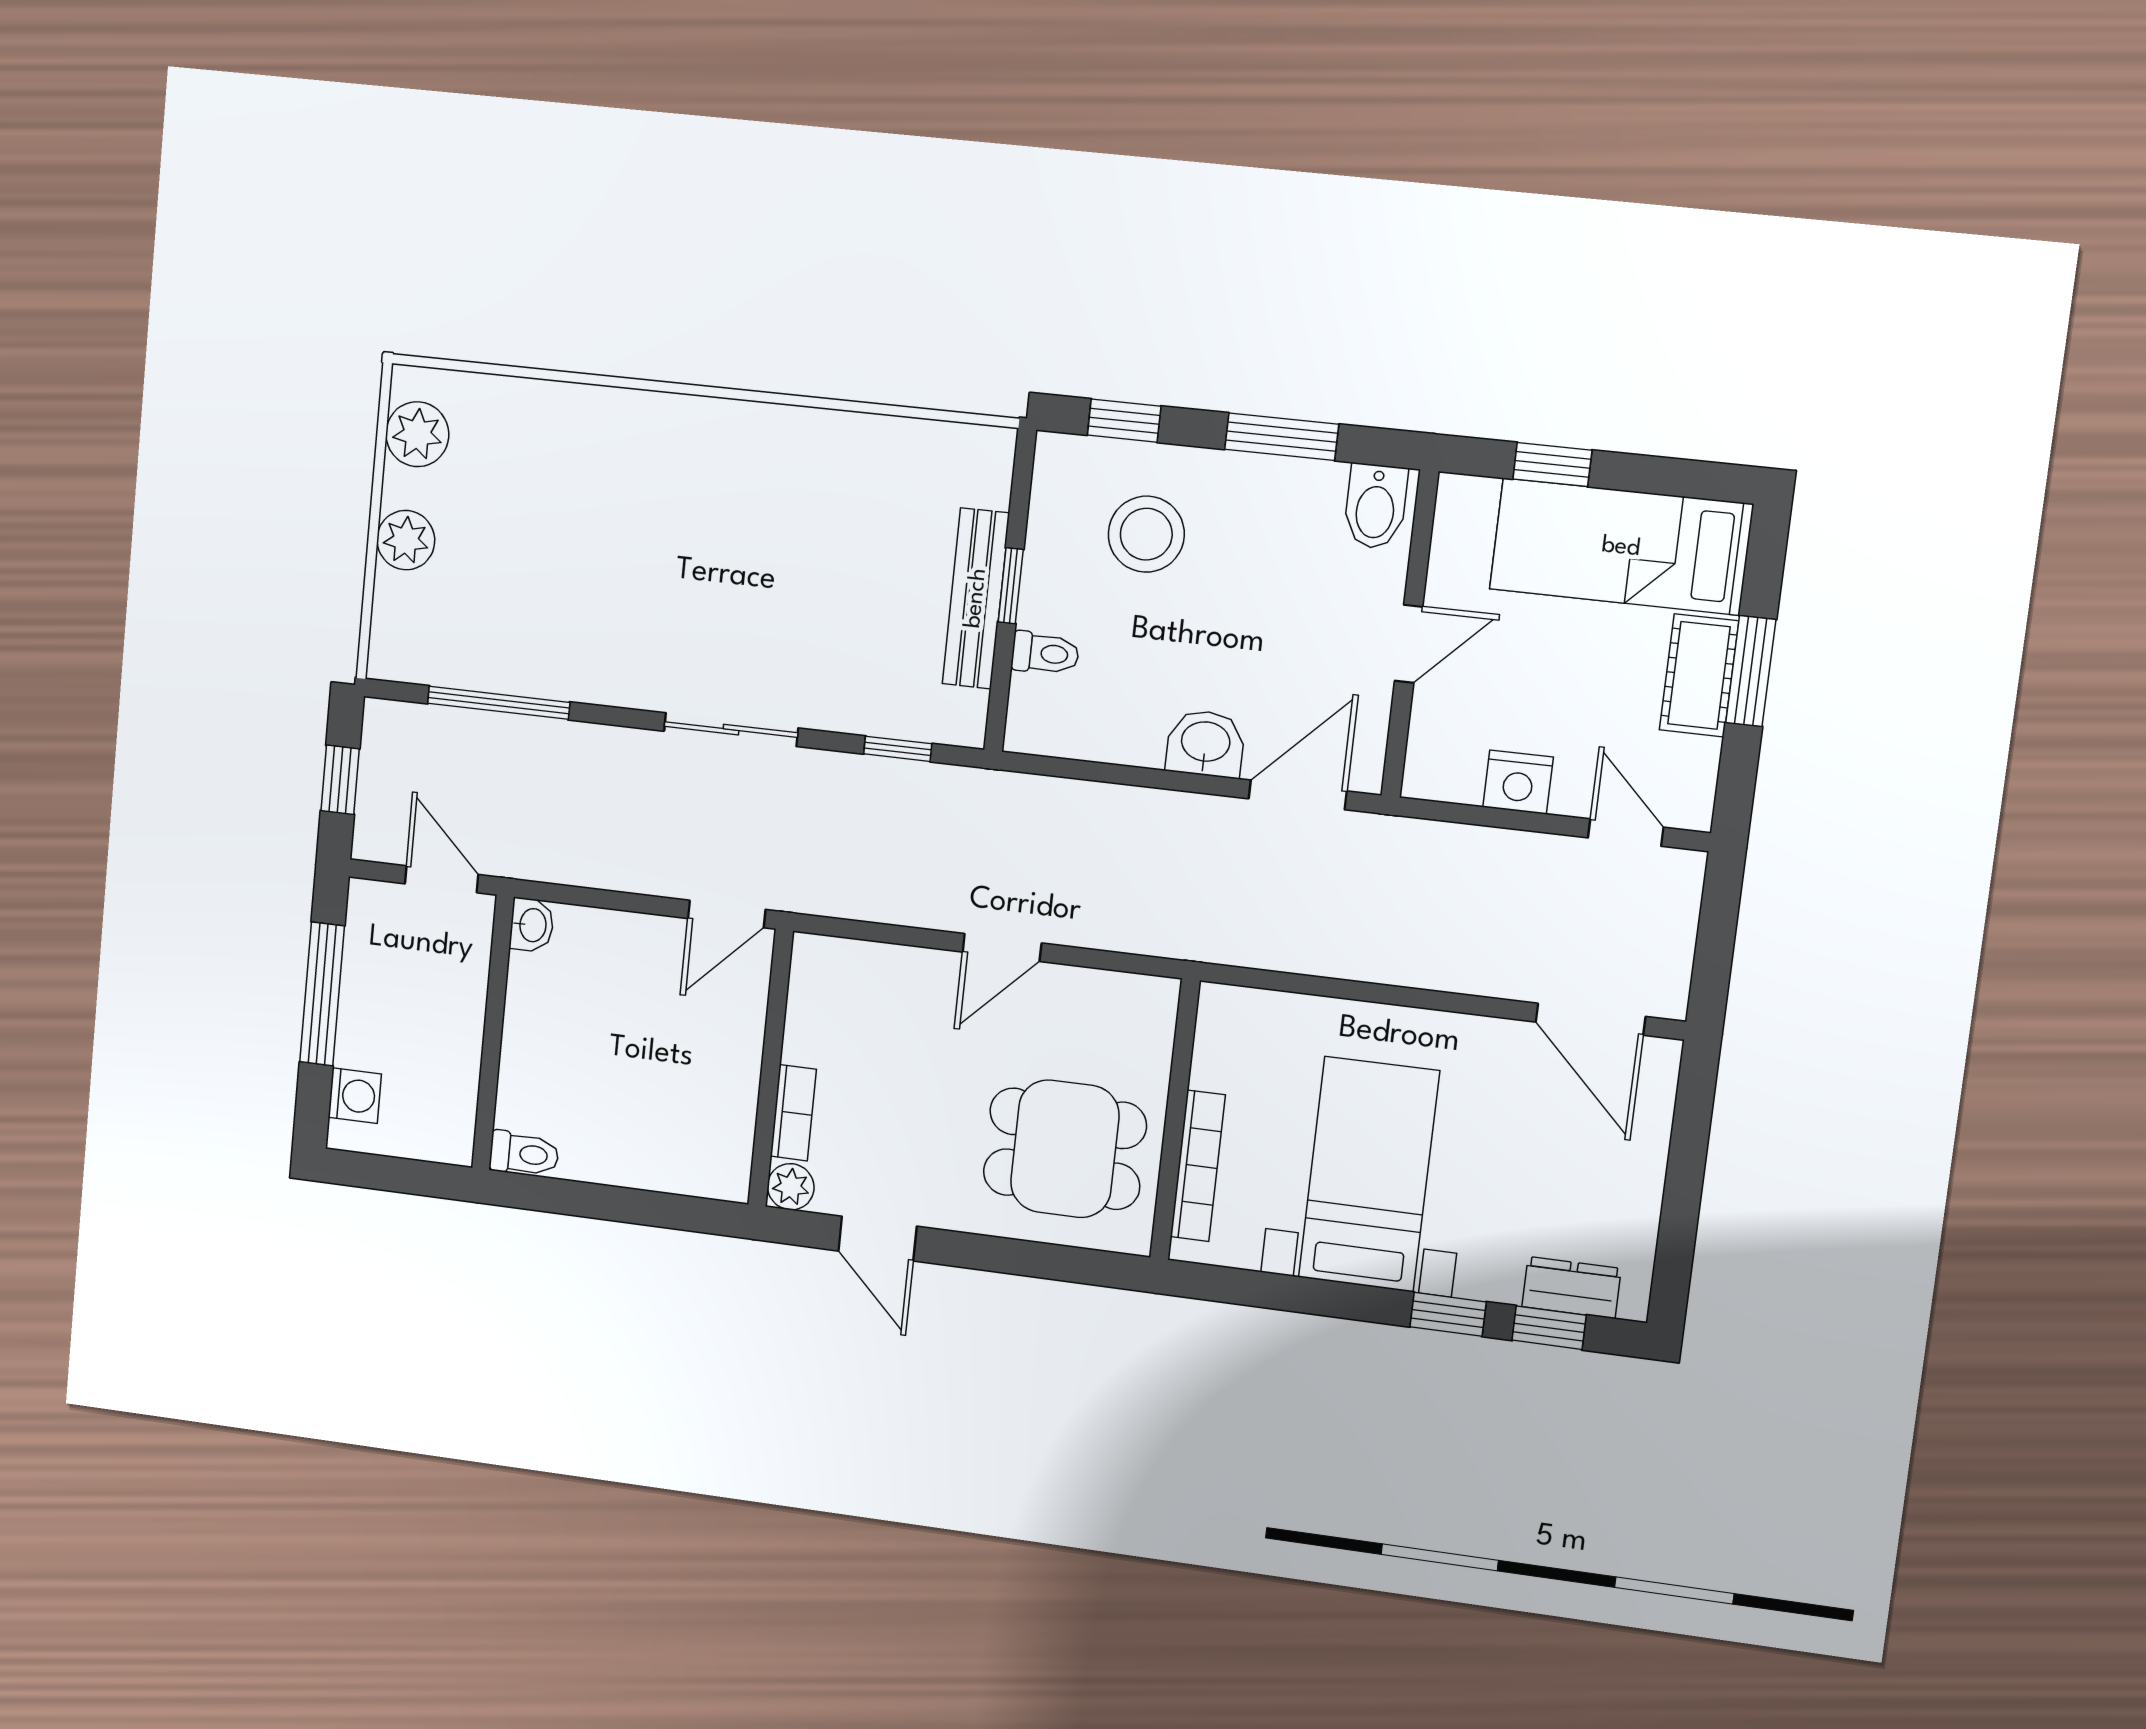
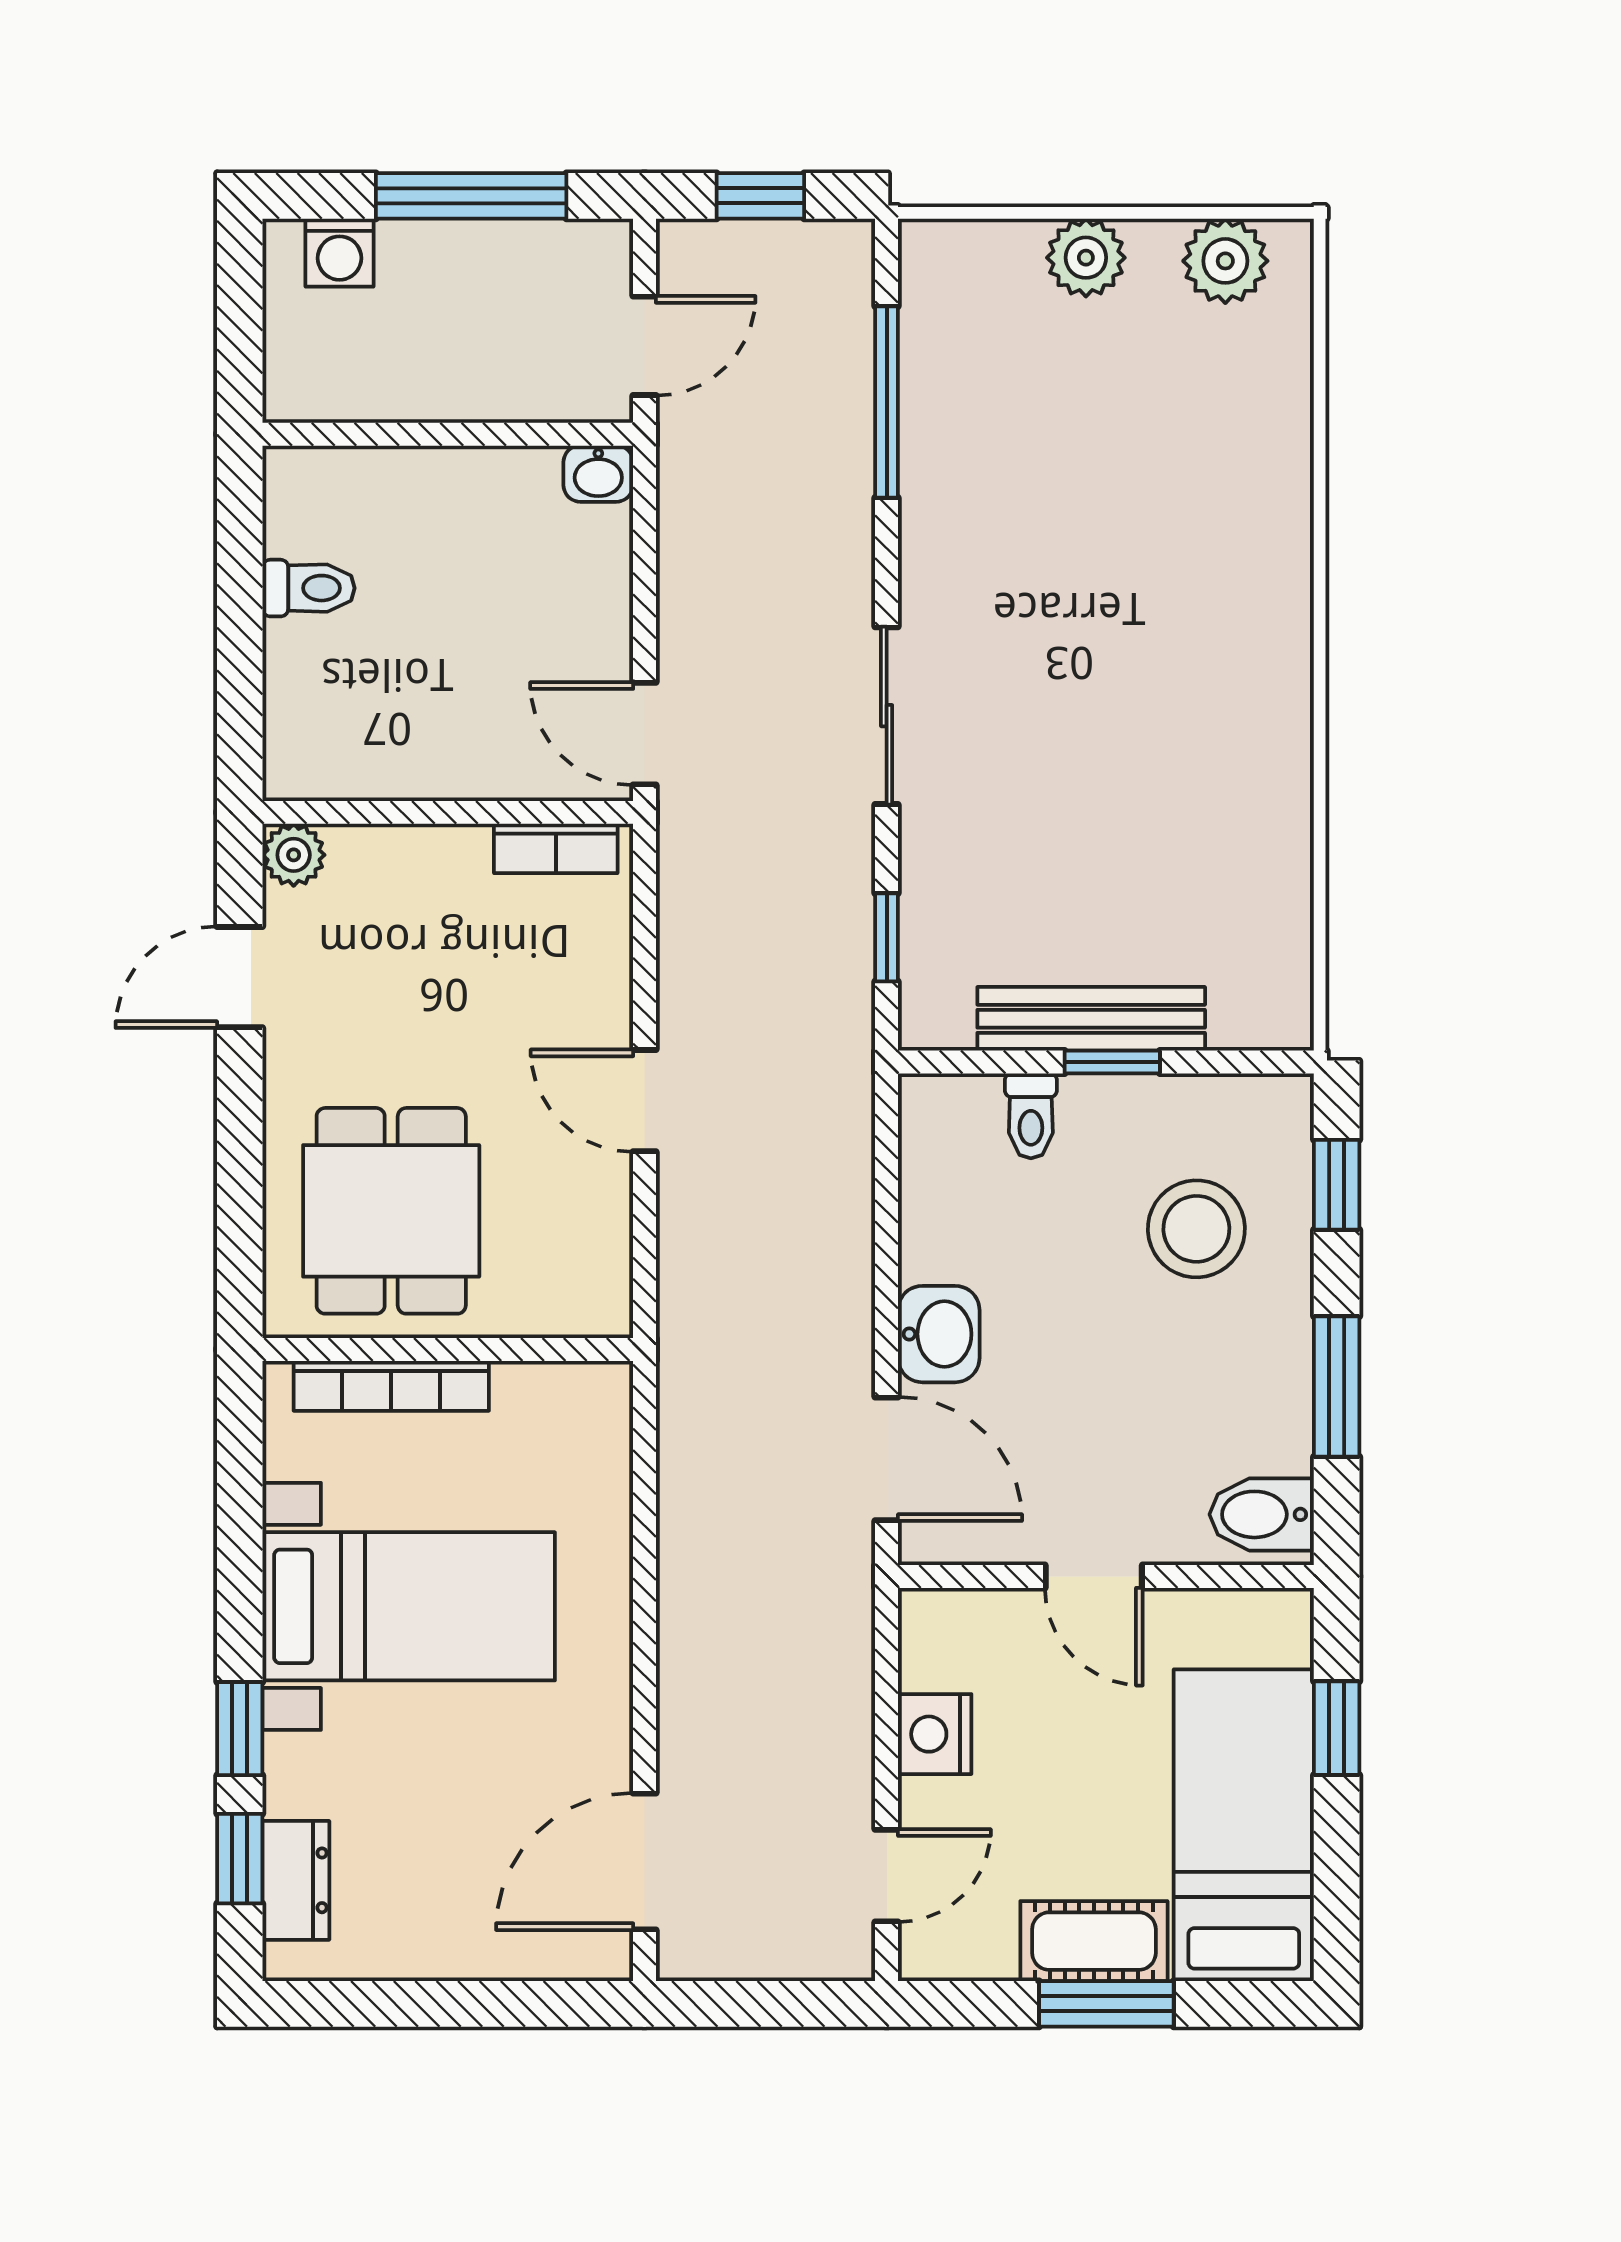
bookcase: (793, 1113) -> (556, 848), moved
toilet: (524, 1154) -> (309, 588), moved, turned -90

